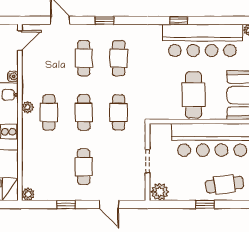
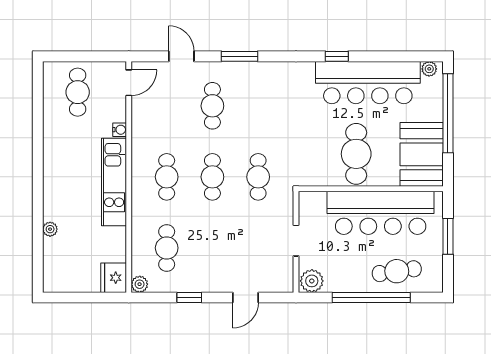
window: (104, 20) -> (240, 56), width x1.50
cafe table: (119, 58) -> (258, 106), removed
plant: (28, 107) -> (139, 170), removed
cafe table: (84, 167) -> (167, 248), moved
door: (109, 204) -> (246, 297), hinge flipped
window: (205, 204) -> (371, 297), width x3.17

